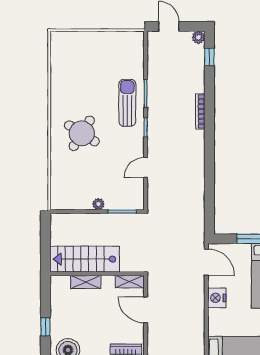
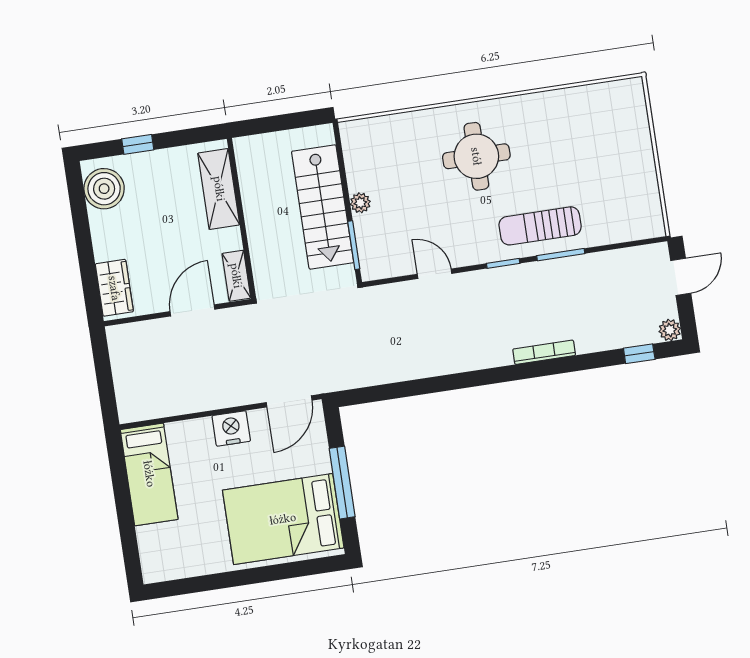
sun lounger: (127, 103) -> (540, 226), turned 180
round table: (82, 133) -> (476, 156), turned -32
stairs: (85, 259) -> (323, 207), moved, turned 180
shelving: (86, 282) -> (219, 189), width x1.50, depth x1.33

